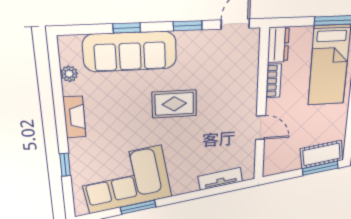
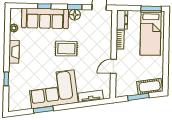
floor lamp: (188, 41) -> (75, 15), added
door: (260, 128) -> (113, 66), swing flipped
window: (320, 168) -> (138, 97), moved
corner sofa: (125, 180) -> (53, 89), moved

